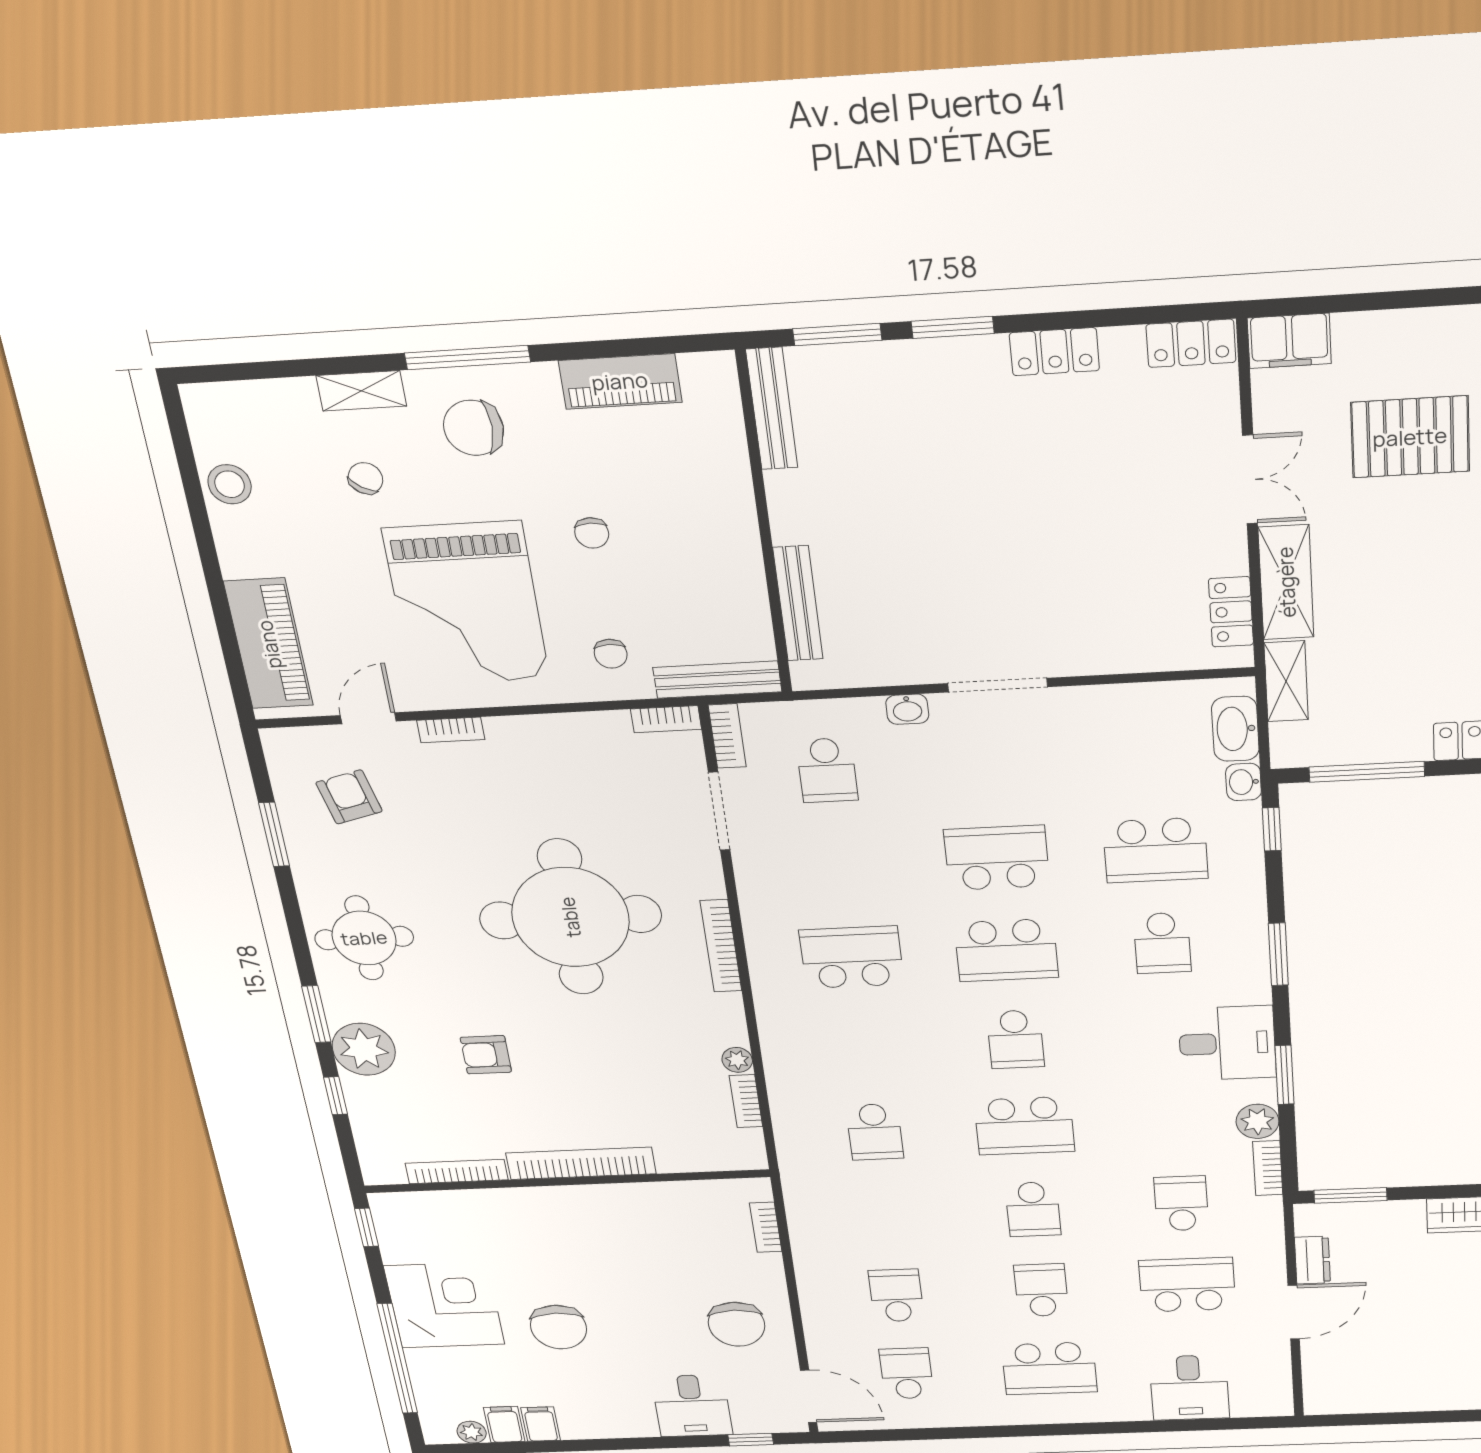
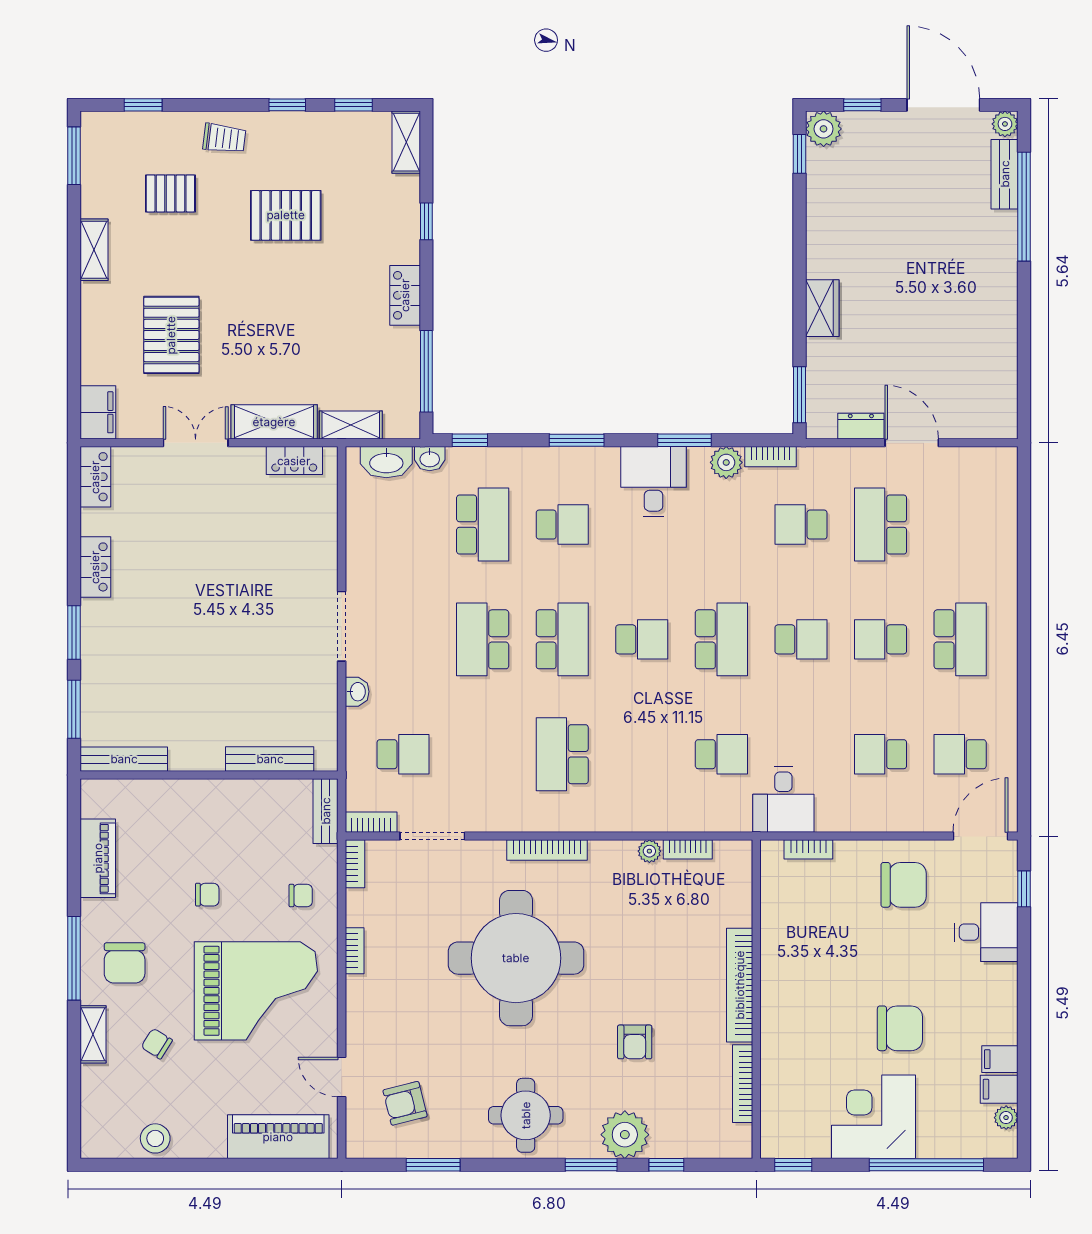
bench: (717, 680) -> (326, 811), width x0.73
bookcase: (451, 730) -> (355, 951), moved
desk: (1189, 1388) -> (783, 799), moved, turned 90

